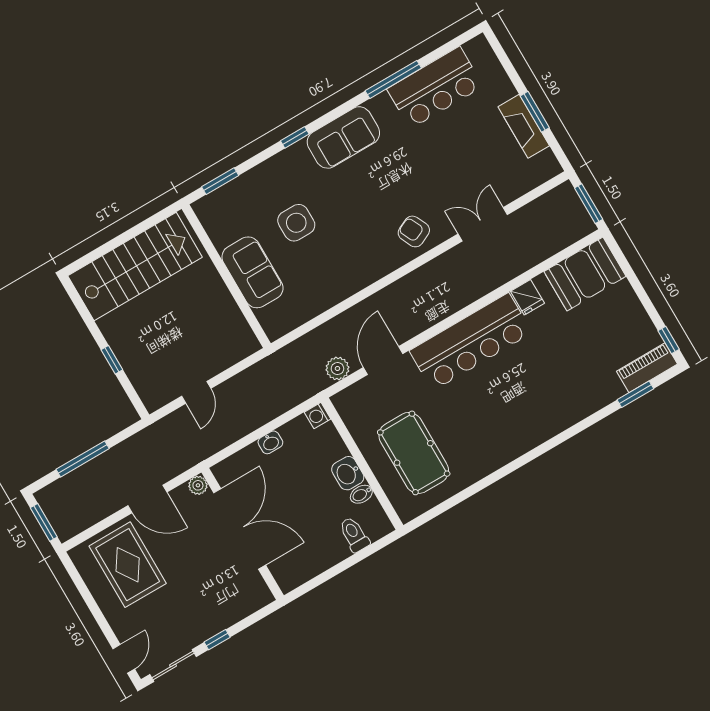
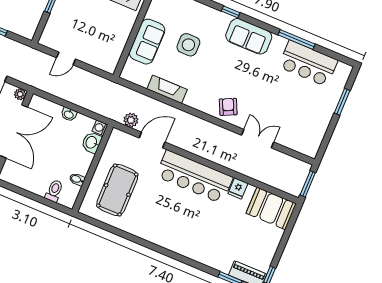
window: (535, 112) -> (342, 102), moved
fireplace: (524, 126) -> (167, 89), moved, turned 90
washbasin: (348, 473) -> (92, 143), moved

